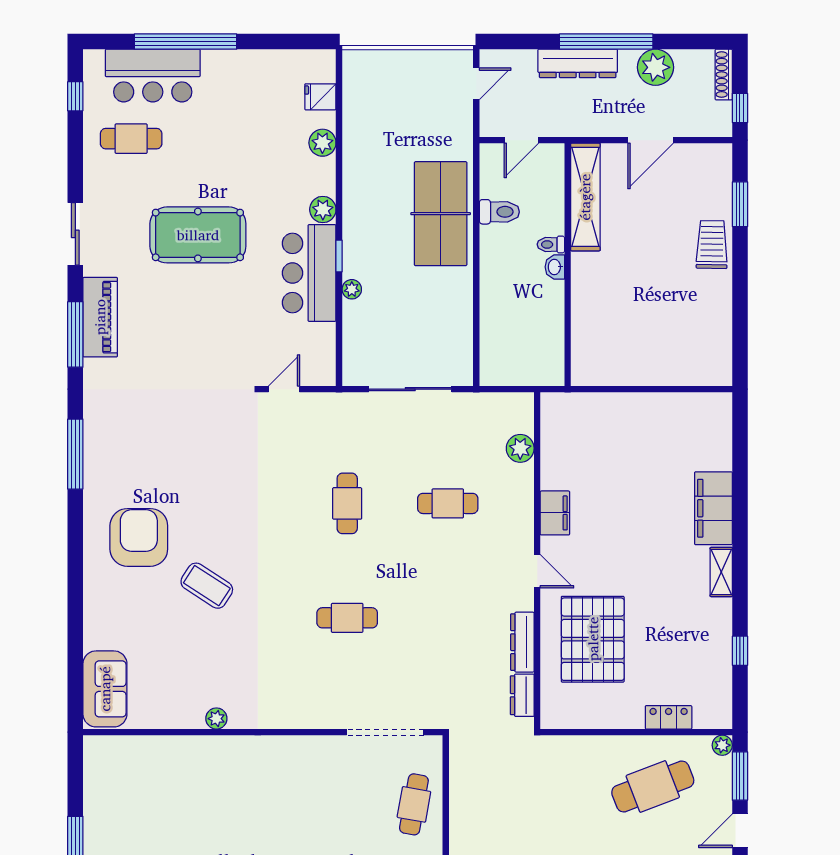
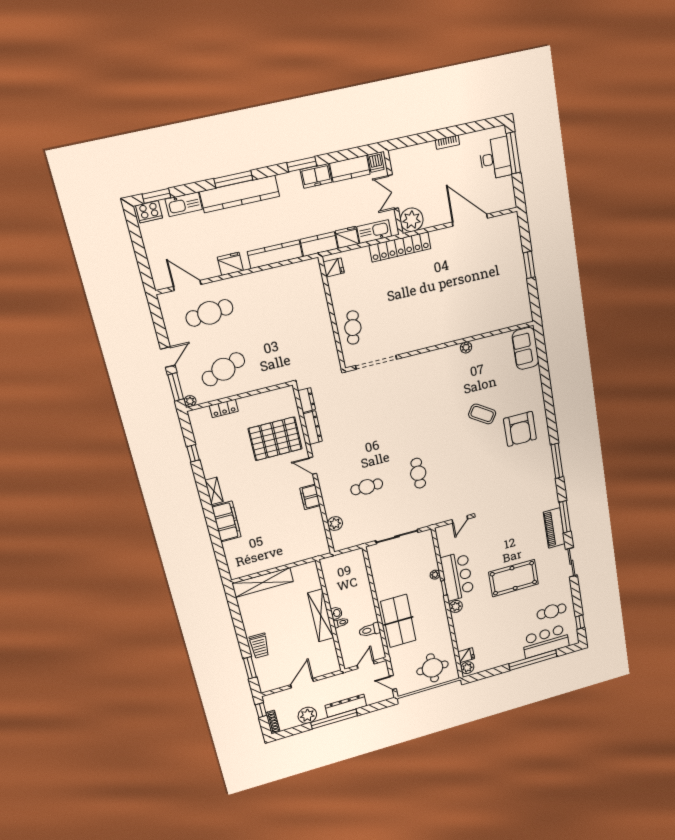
door: (476, 84) -> (393, 683), hinge flipped
round table: (392, 90) -> (432, 668), added
plant: (322, 143) -> (467, 668), moved
shelving: (585, 197) -> (321, 615), moved
shelving: (677, 371) -> (263, 582), added
cafe table: (347, 618) -> (407, 416), removed
pallet: (593, 639) -> (275, 439), turned 90

